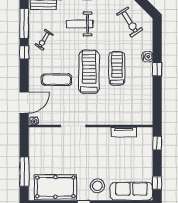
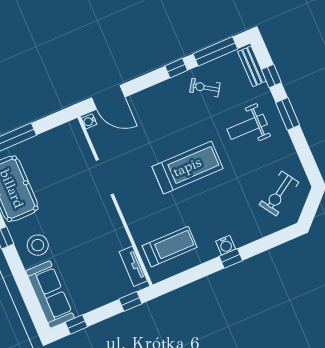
weight bench: (80, 24) -> (247, 127), turned -90
water cooler: (147, 57) -> (226, 245), moved
treadmill: (117, 68) -> (170, 247), moved
exercise mat: (57, 80) -> (158, 128), removed
tv unit: (124, 132) -> (133, 266), moved

